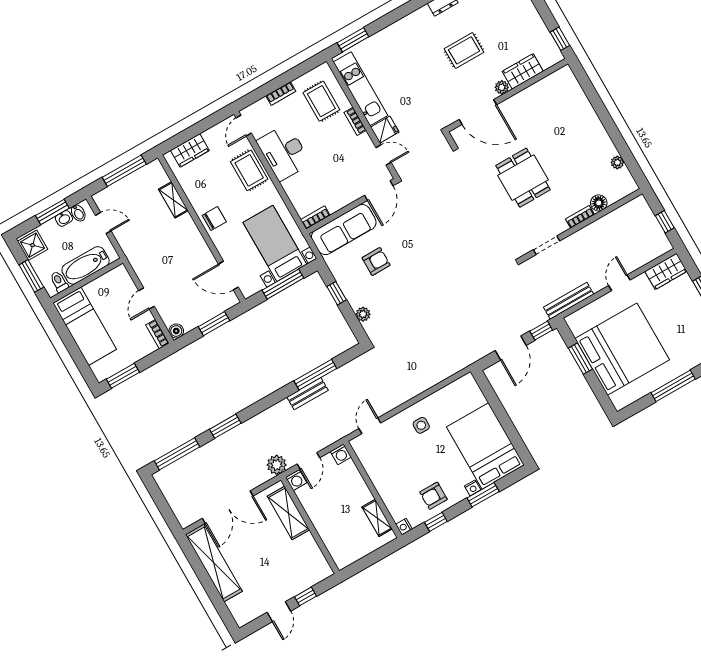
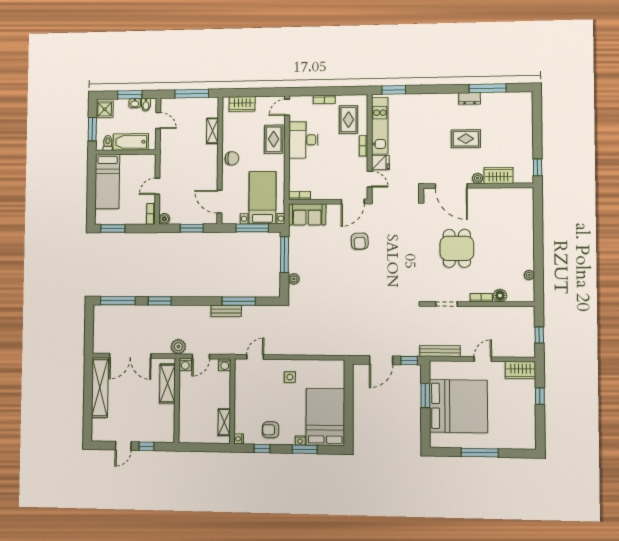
sofa: (344, 230) -> (307, 214), width x0.73
armchair: (376, 261) -> (360, 241), moved, turned 87
window: (337, 293) -> (284, 255), width x2.17

